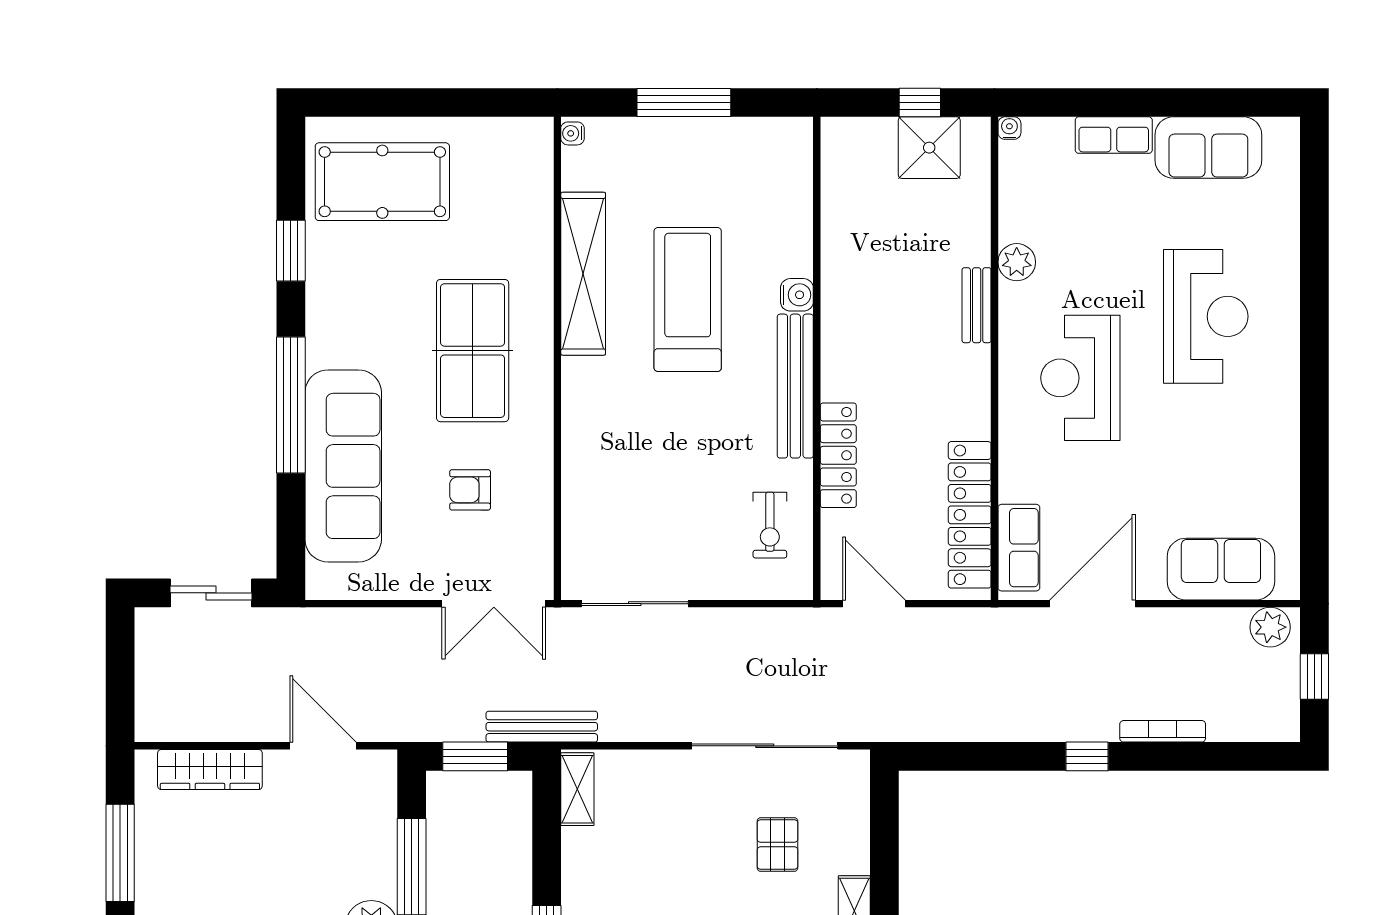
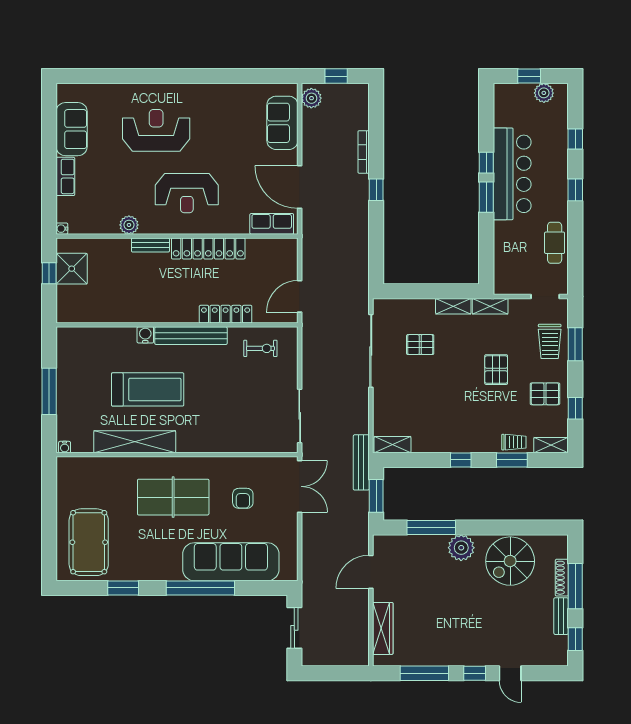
treadmill: (688, 299) -> (148, 389), turned 180
locker: (970, 515) -> (208, 248), moved

